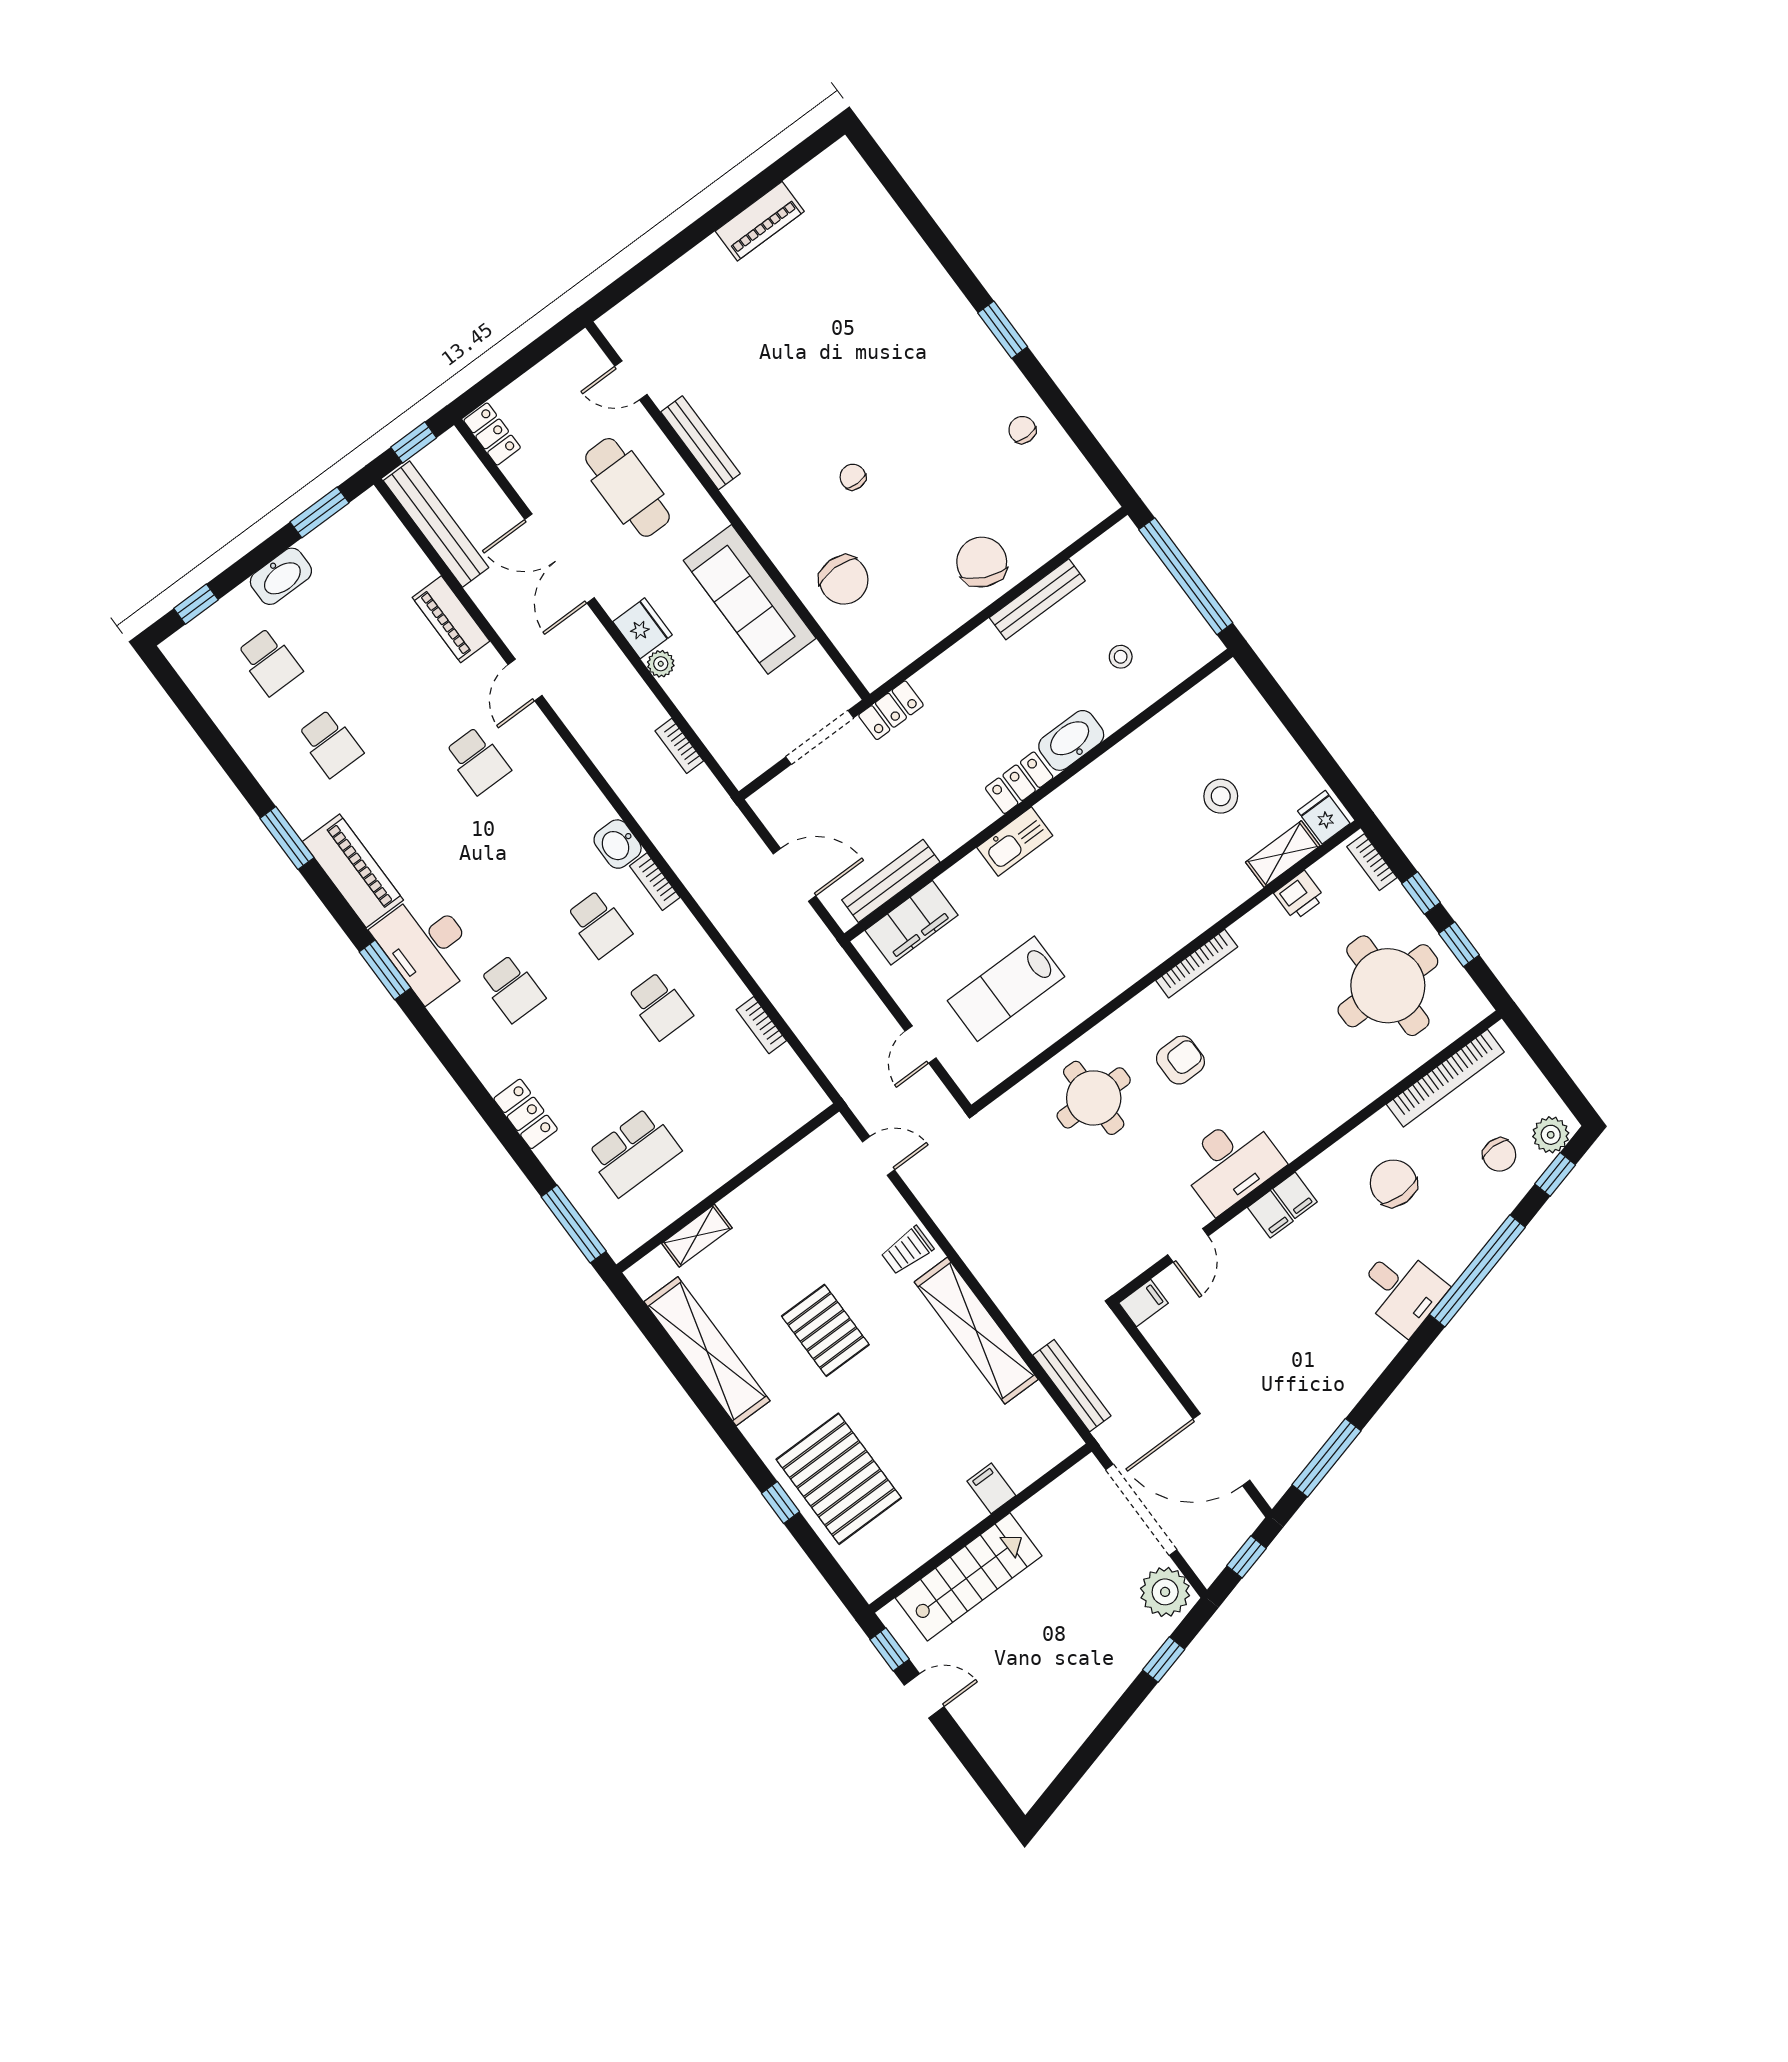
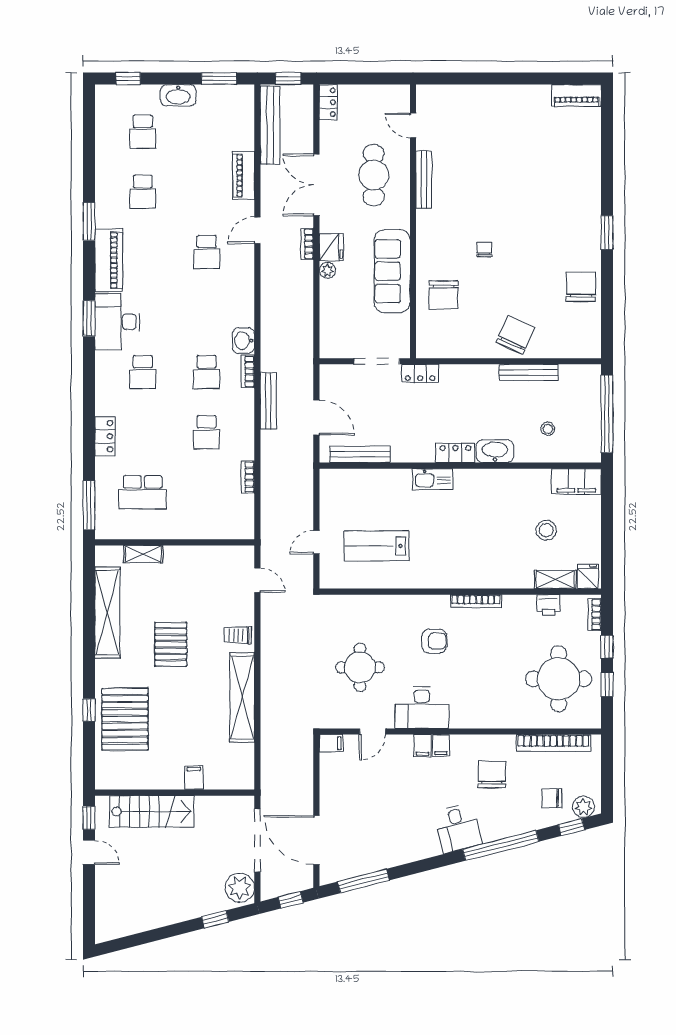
piano: (760, 221) -> (576, 96), moved
chair: (1022, 430) -> (581, 287), width x1.87, depth x1.87
bookcase: (679, 746) -> (307, 244), moved
filing cabinet: (912, 923) -> (576, 481), moved
round table: (1094, 1098) -> (360, 667), moved
chair: (1499, 1155) -> (552, 798), turned 90
bench: (1072, 1386) -> (268, 401), moved

